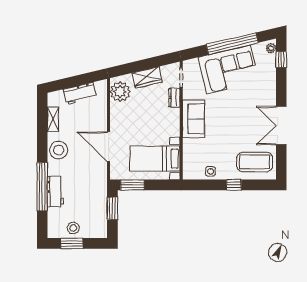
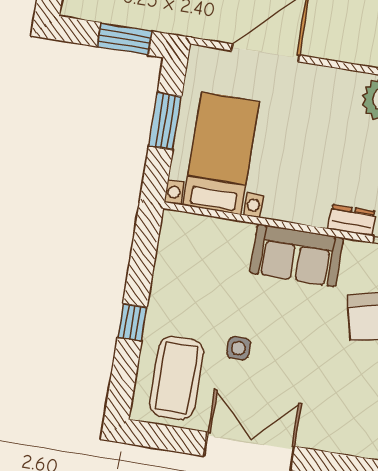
side table: (210, 171) -> (239, 348), moved
window: (132, 185) -> (165, 121), moved

